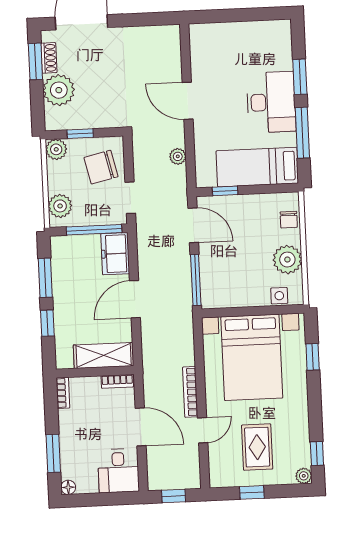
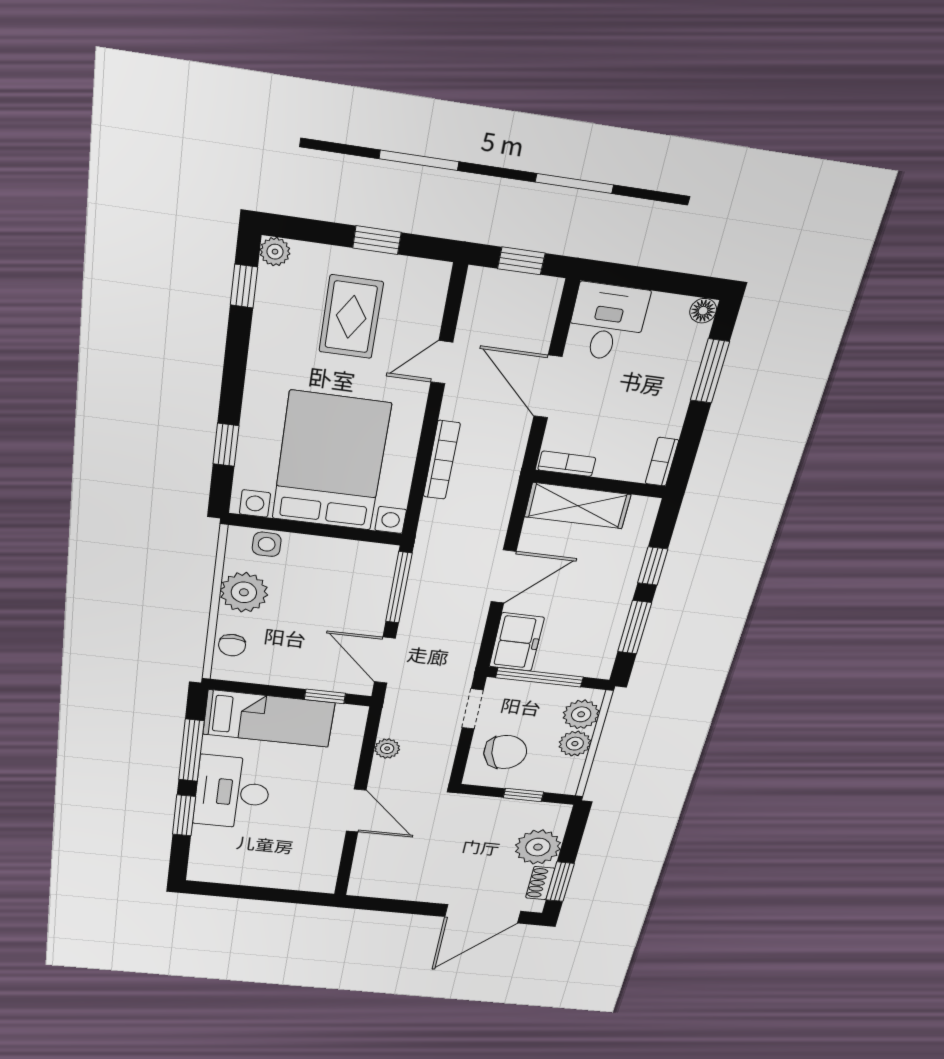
plant: (56, 149) -> (575, 744), moved
chair: (289, 220) -> (232, 645), turned 180
bookcase: (190, 392) -> (442, 460), moved

